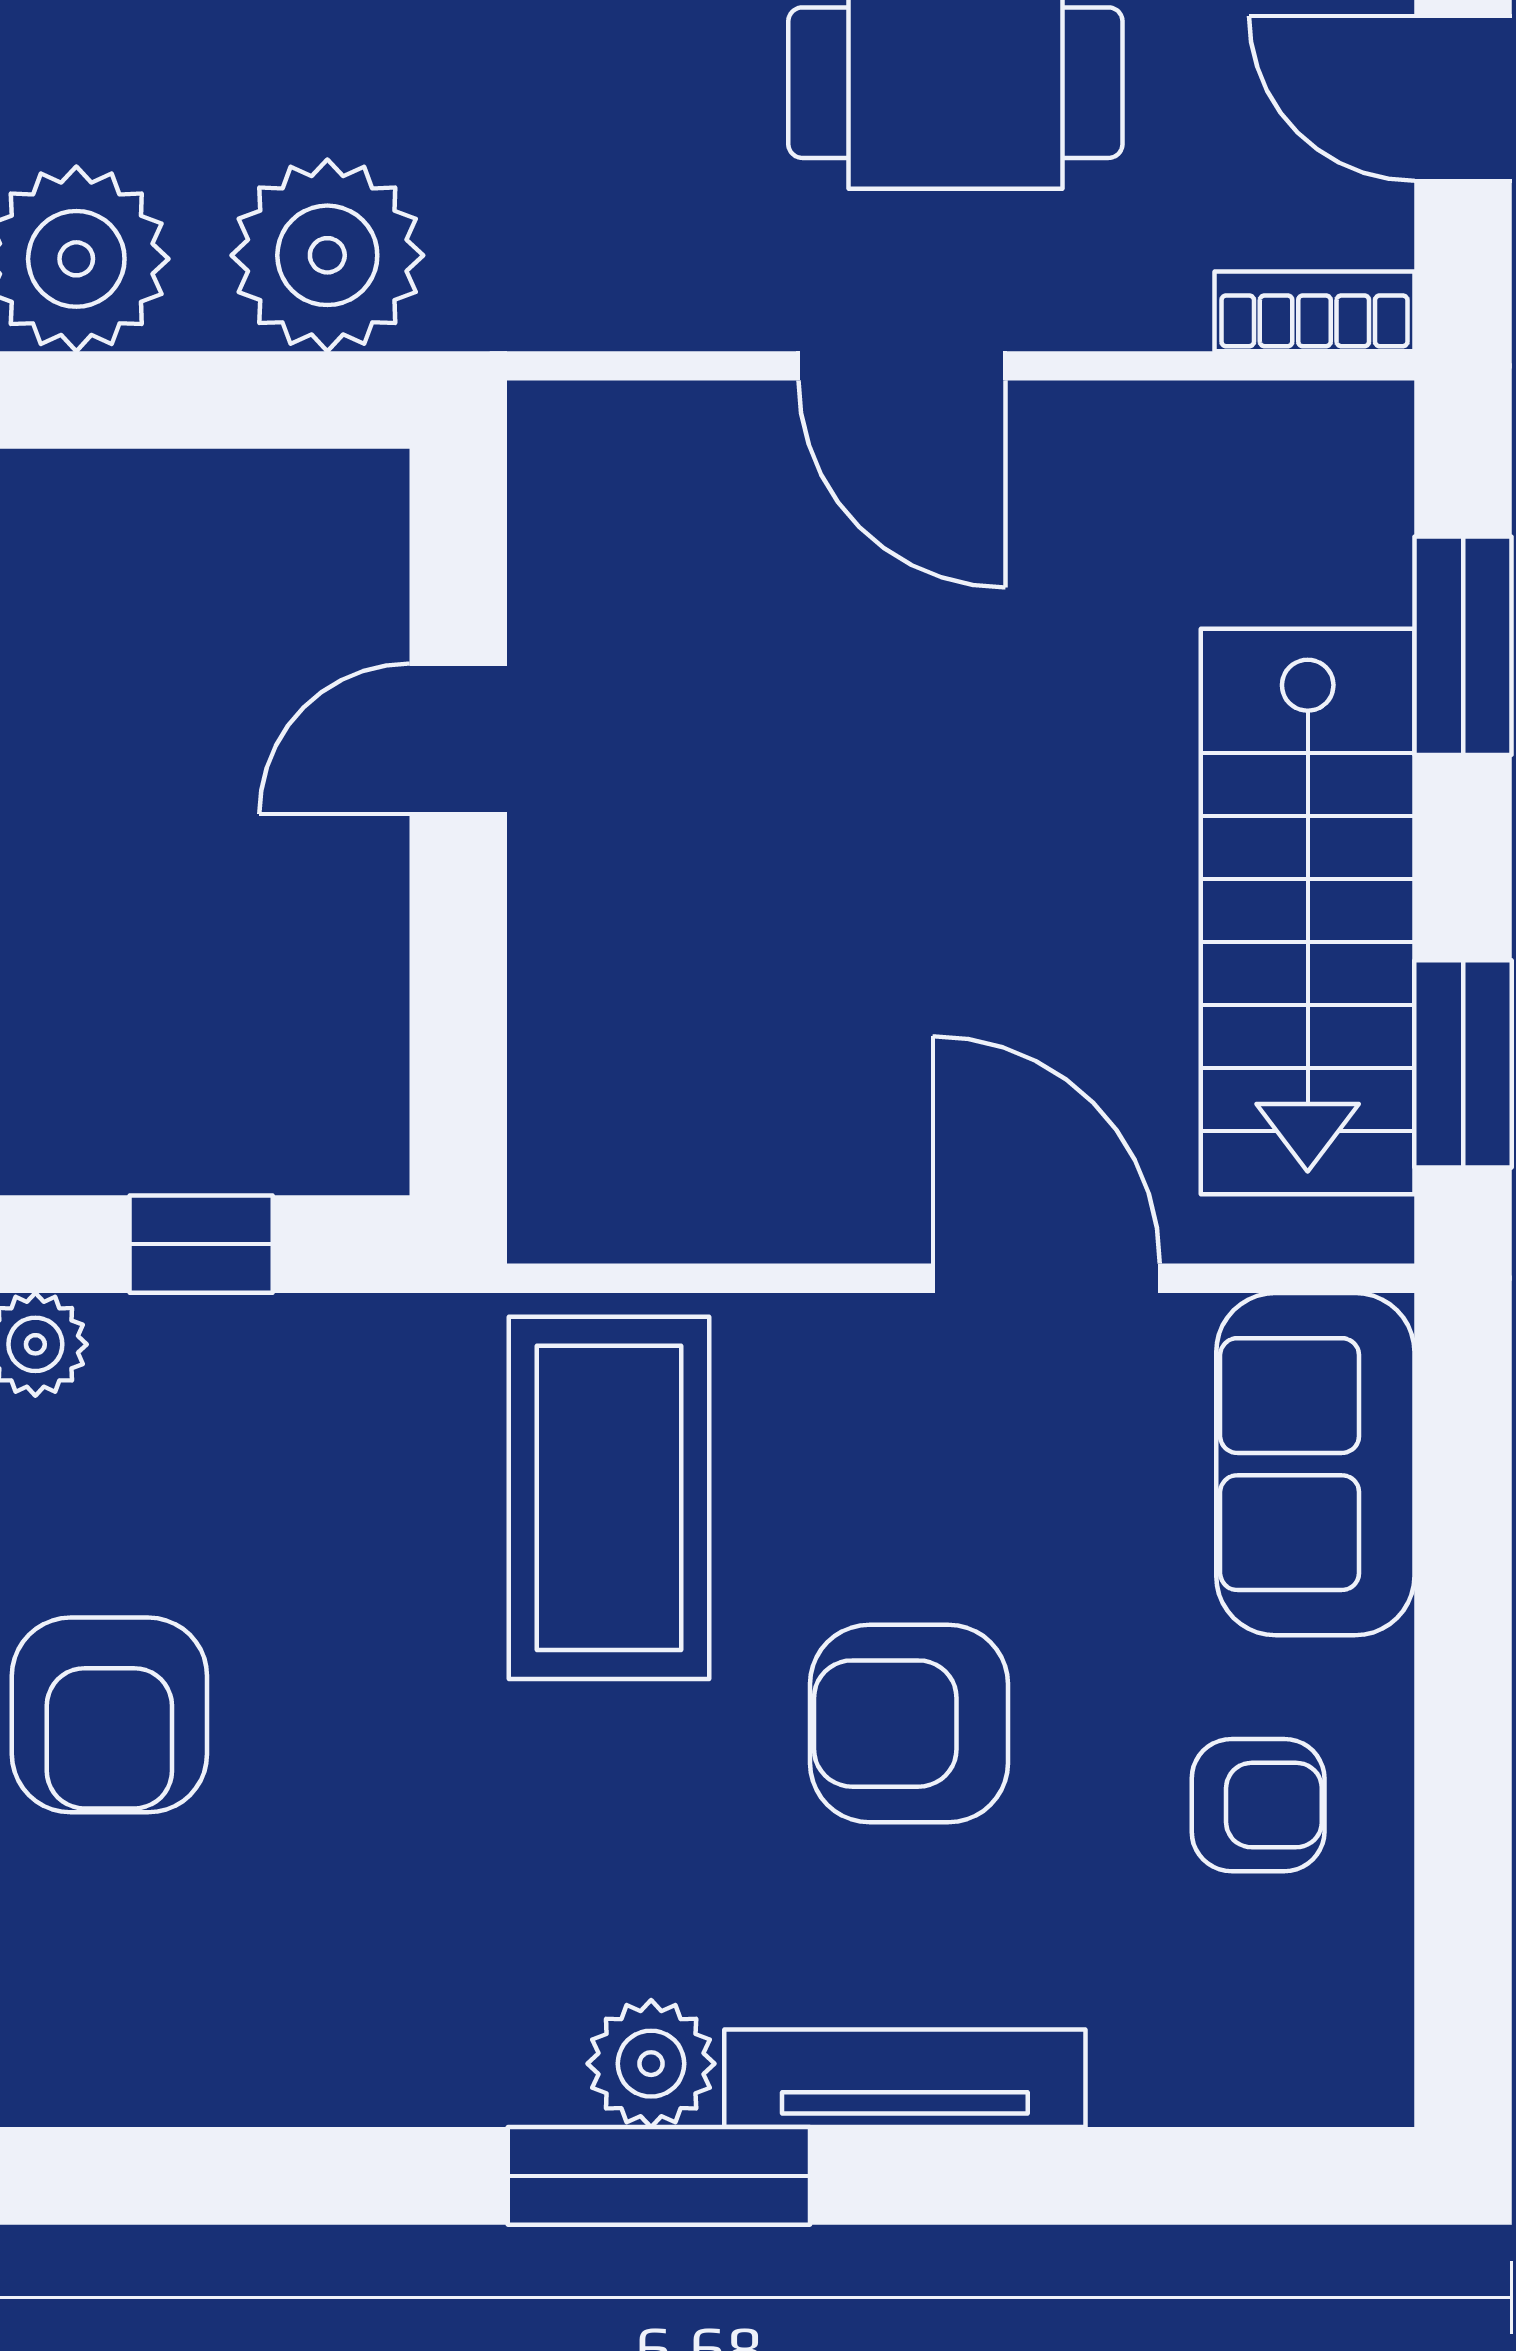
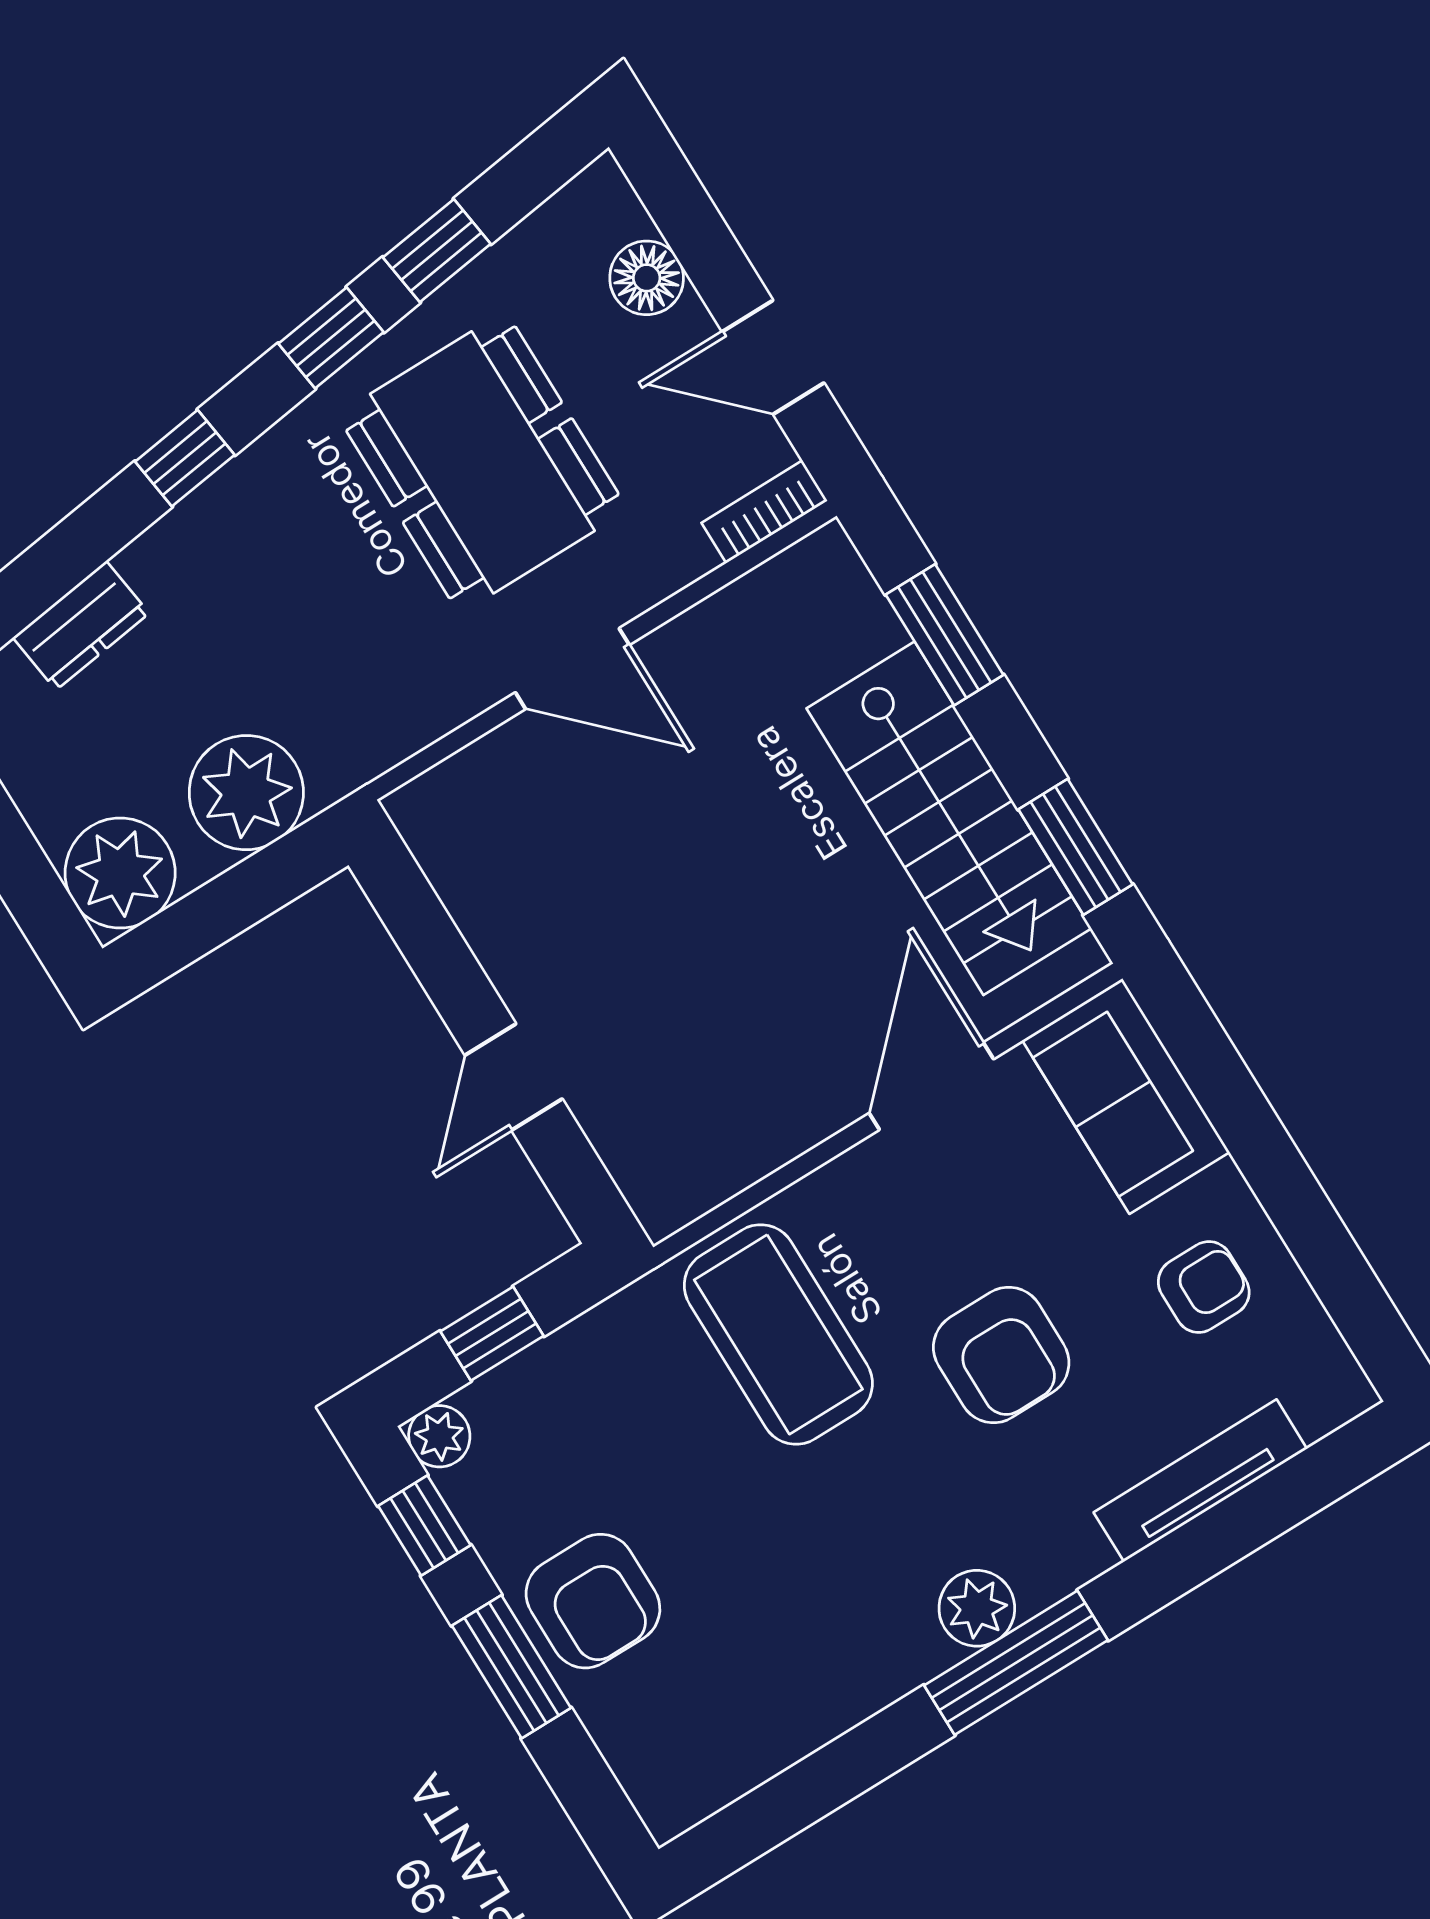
door: (458, 739) -> (514, 1077), moved
door: (1046, 1278) -> (931, 1086), hinge flipped
armchair: (909, 1724) -> (1001, 1355), turned -90
tv unit: (905, 2078) -> (1200, 1481), moved

